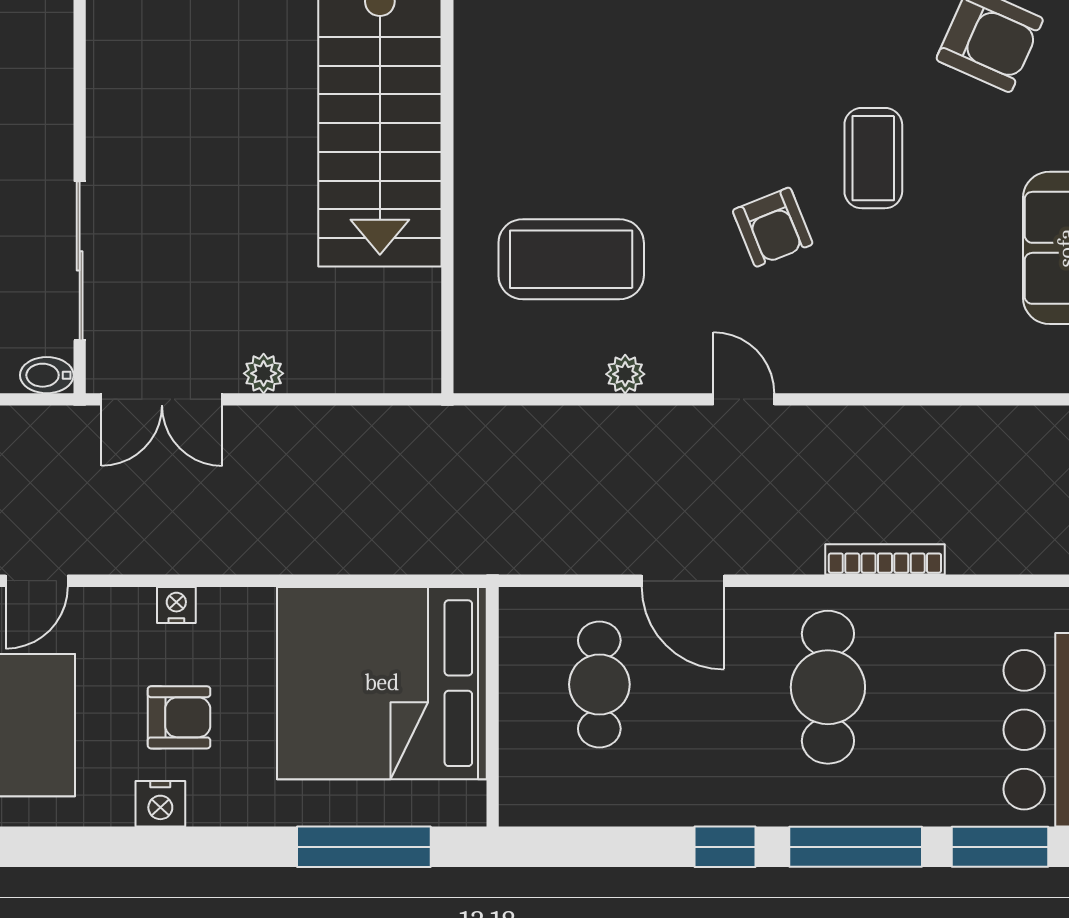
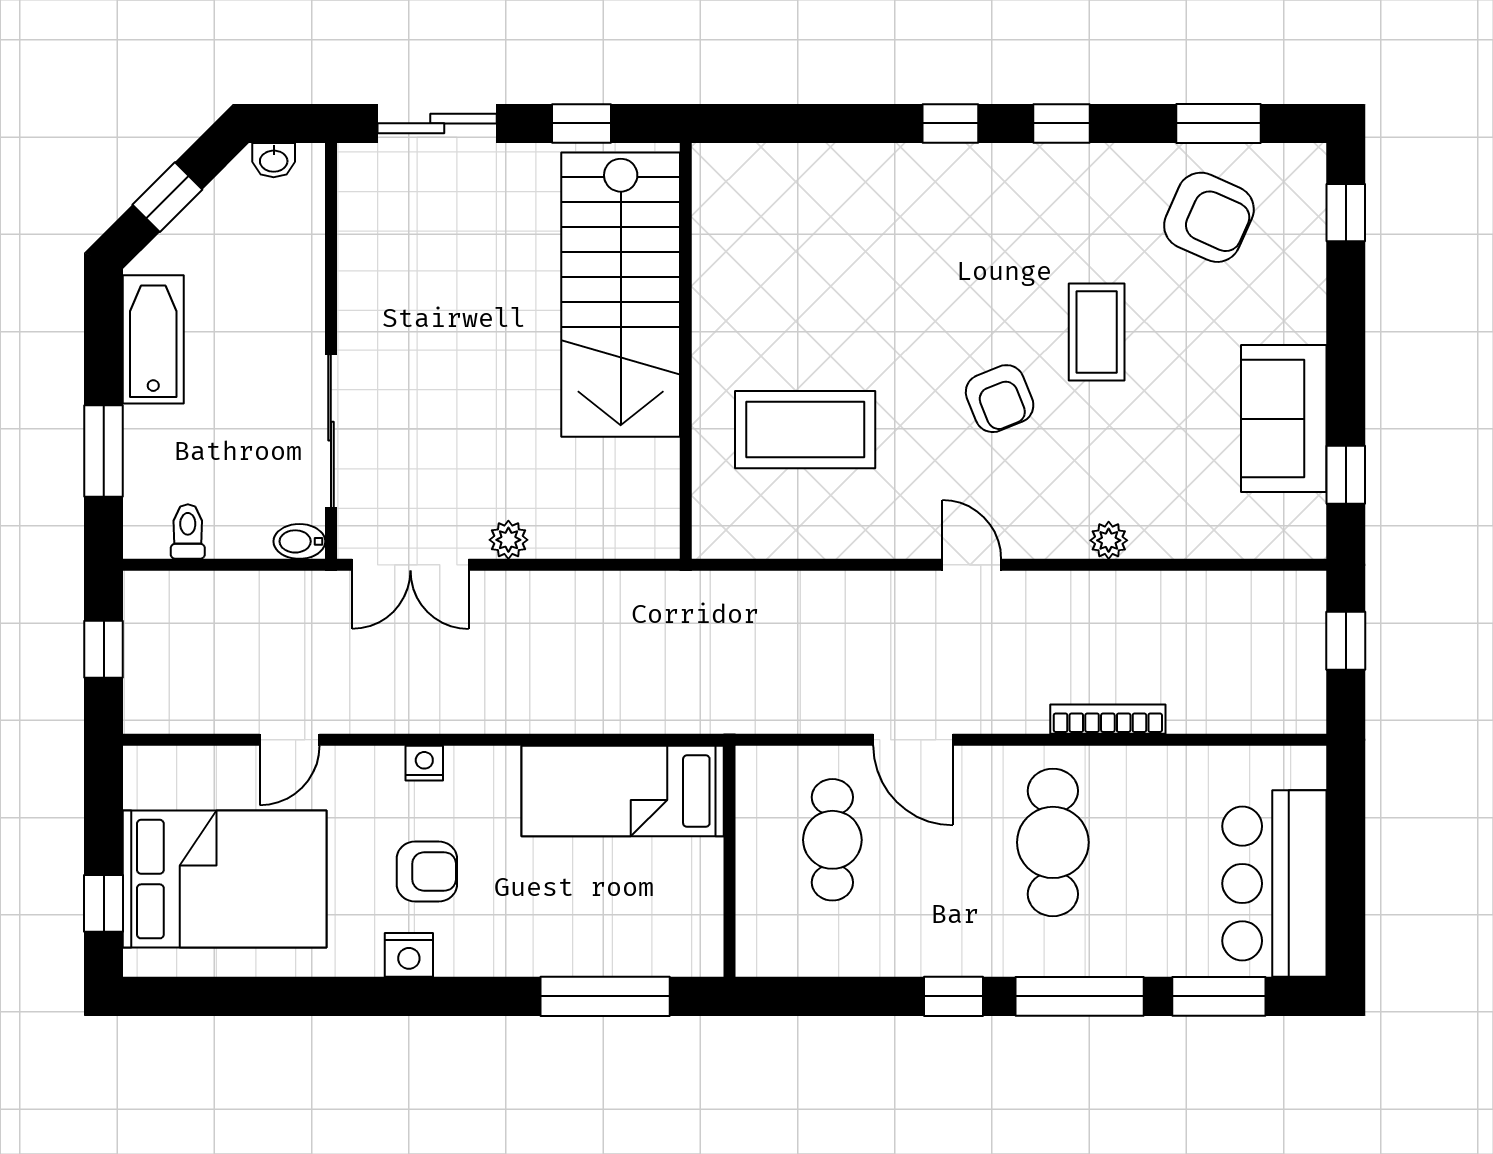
plant: (625, 374) -> (1109, 540), moved
bed: (382, 683) -> (623, 791), width x0.49

